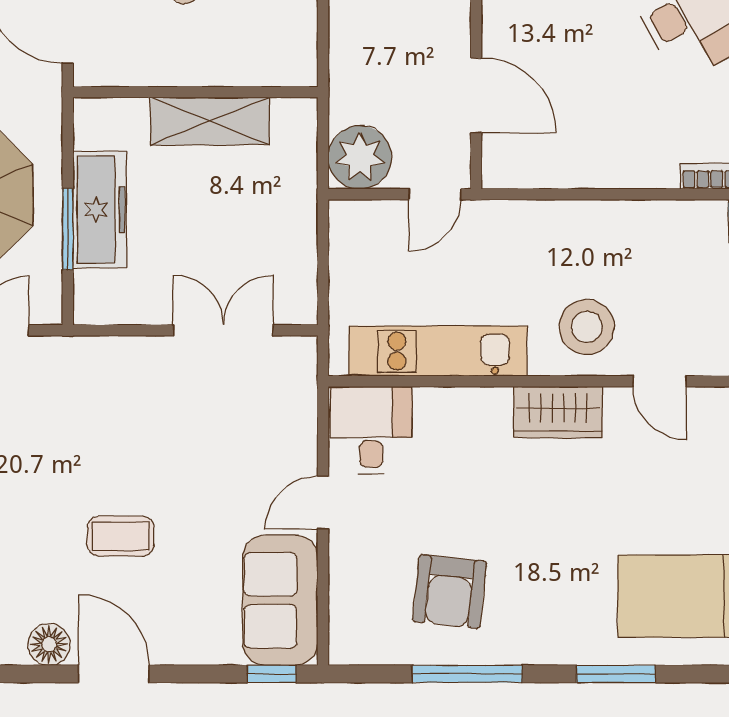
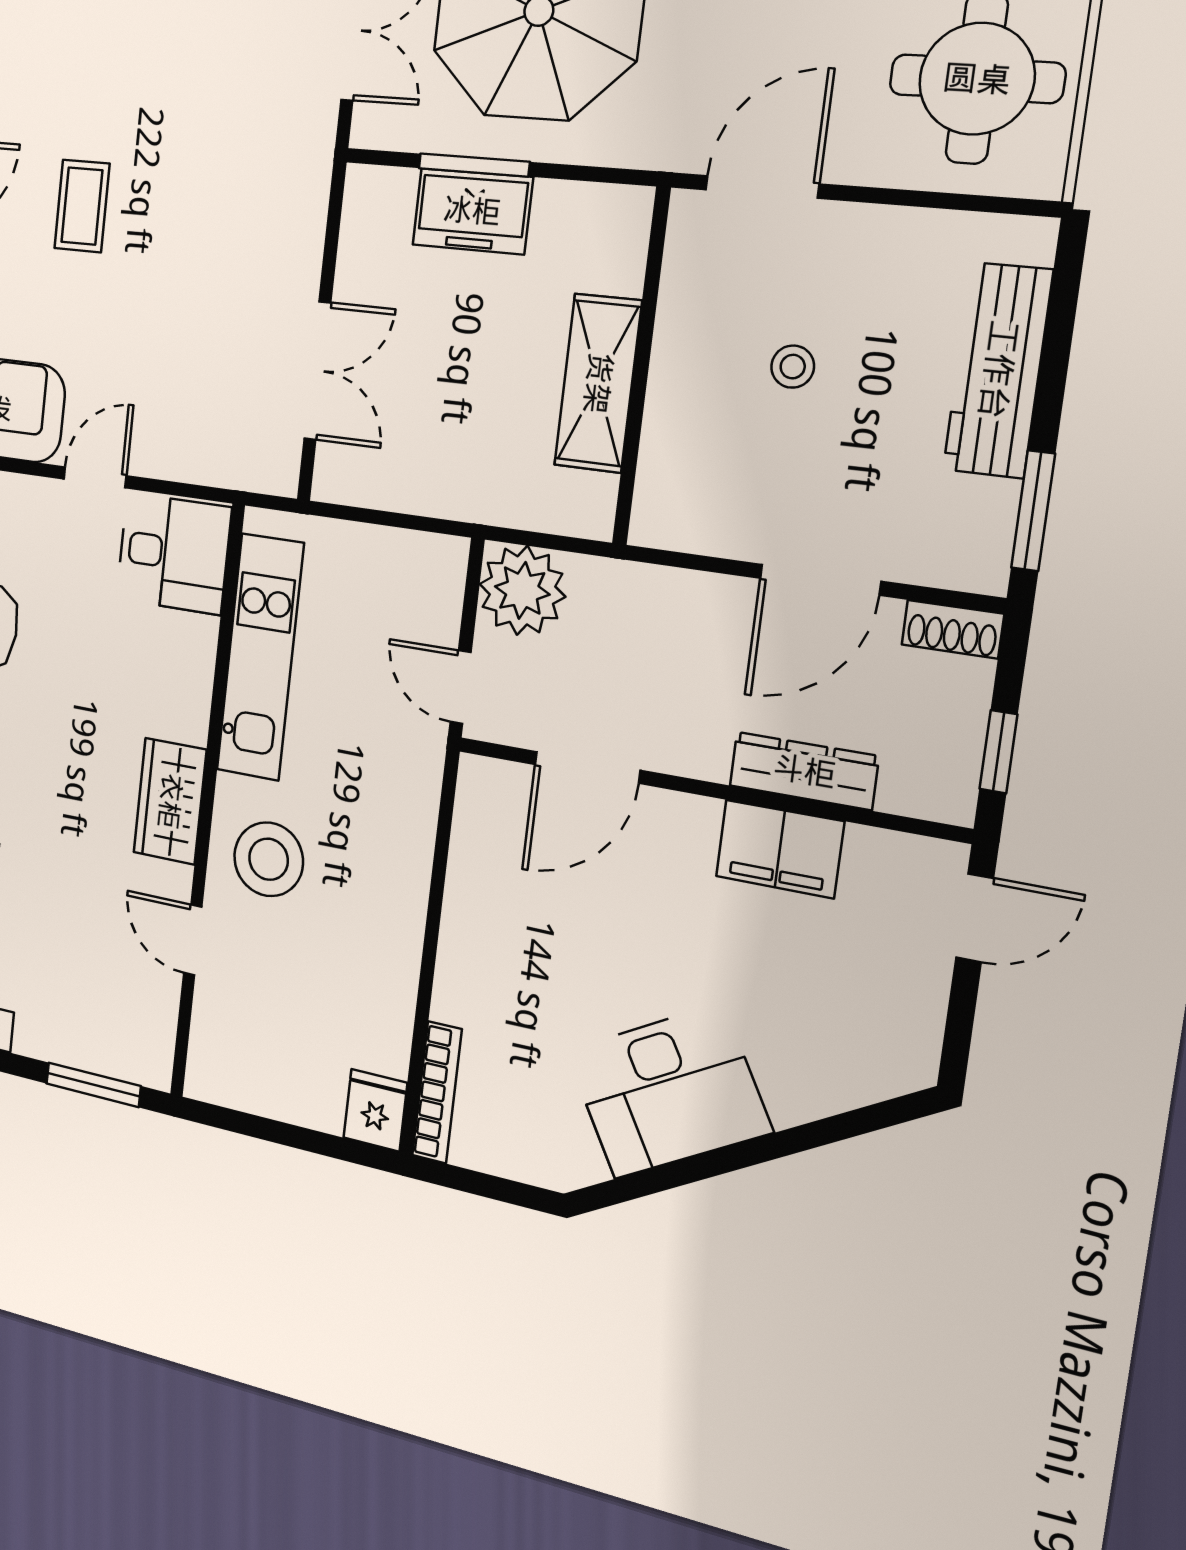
freezer: (100, 210) -> (472, 211), width x0.71
door: (660, 381) -> (193, 940), hinge flipped
door: (323, 503) -> (95, 477), hinge flipped

